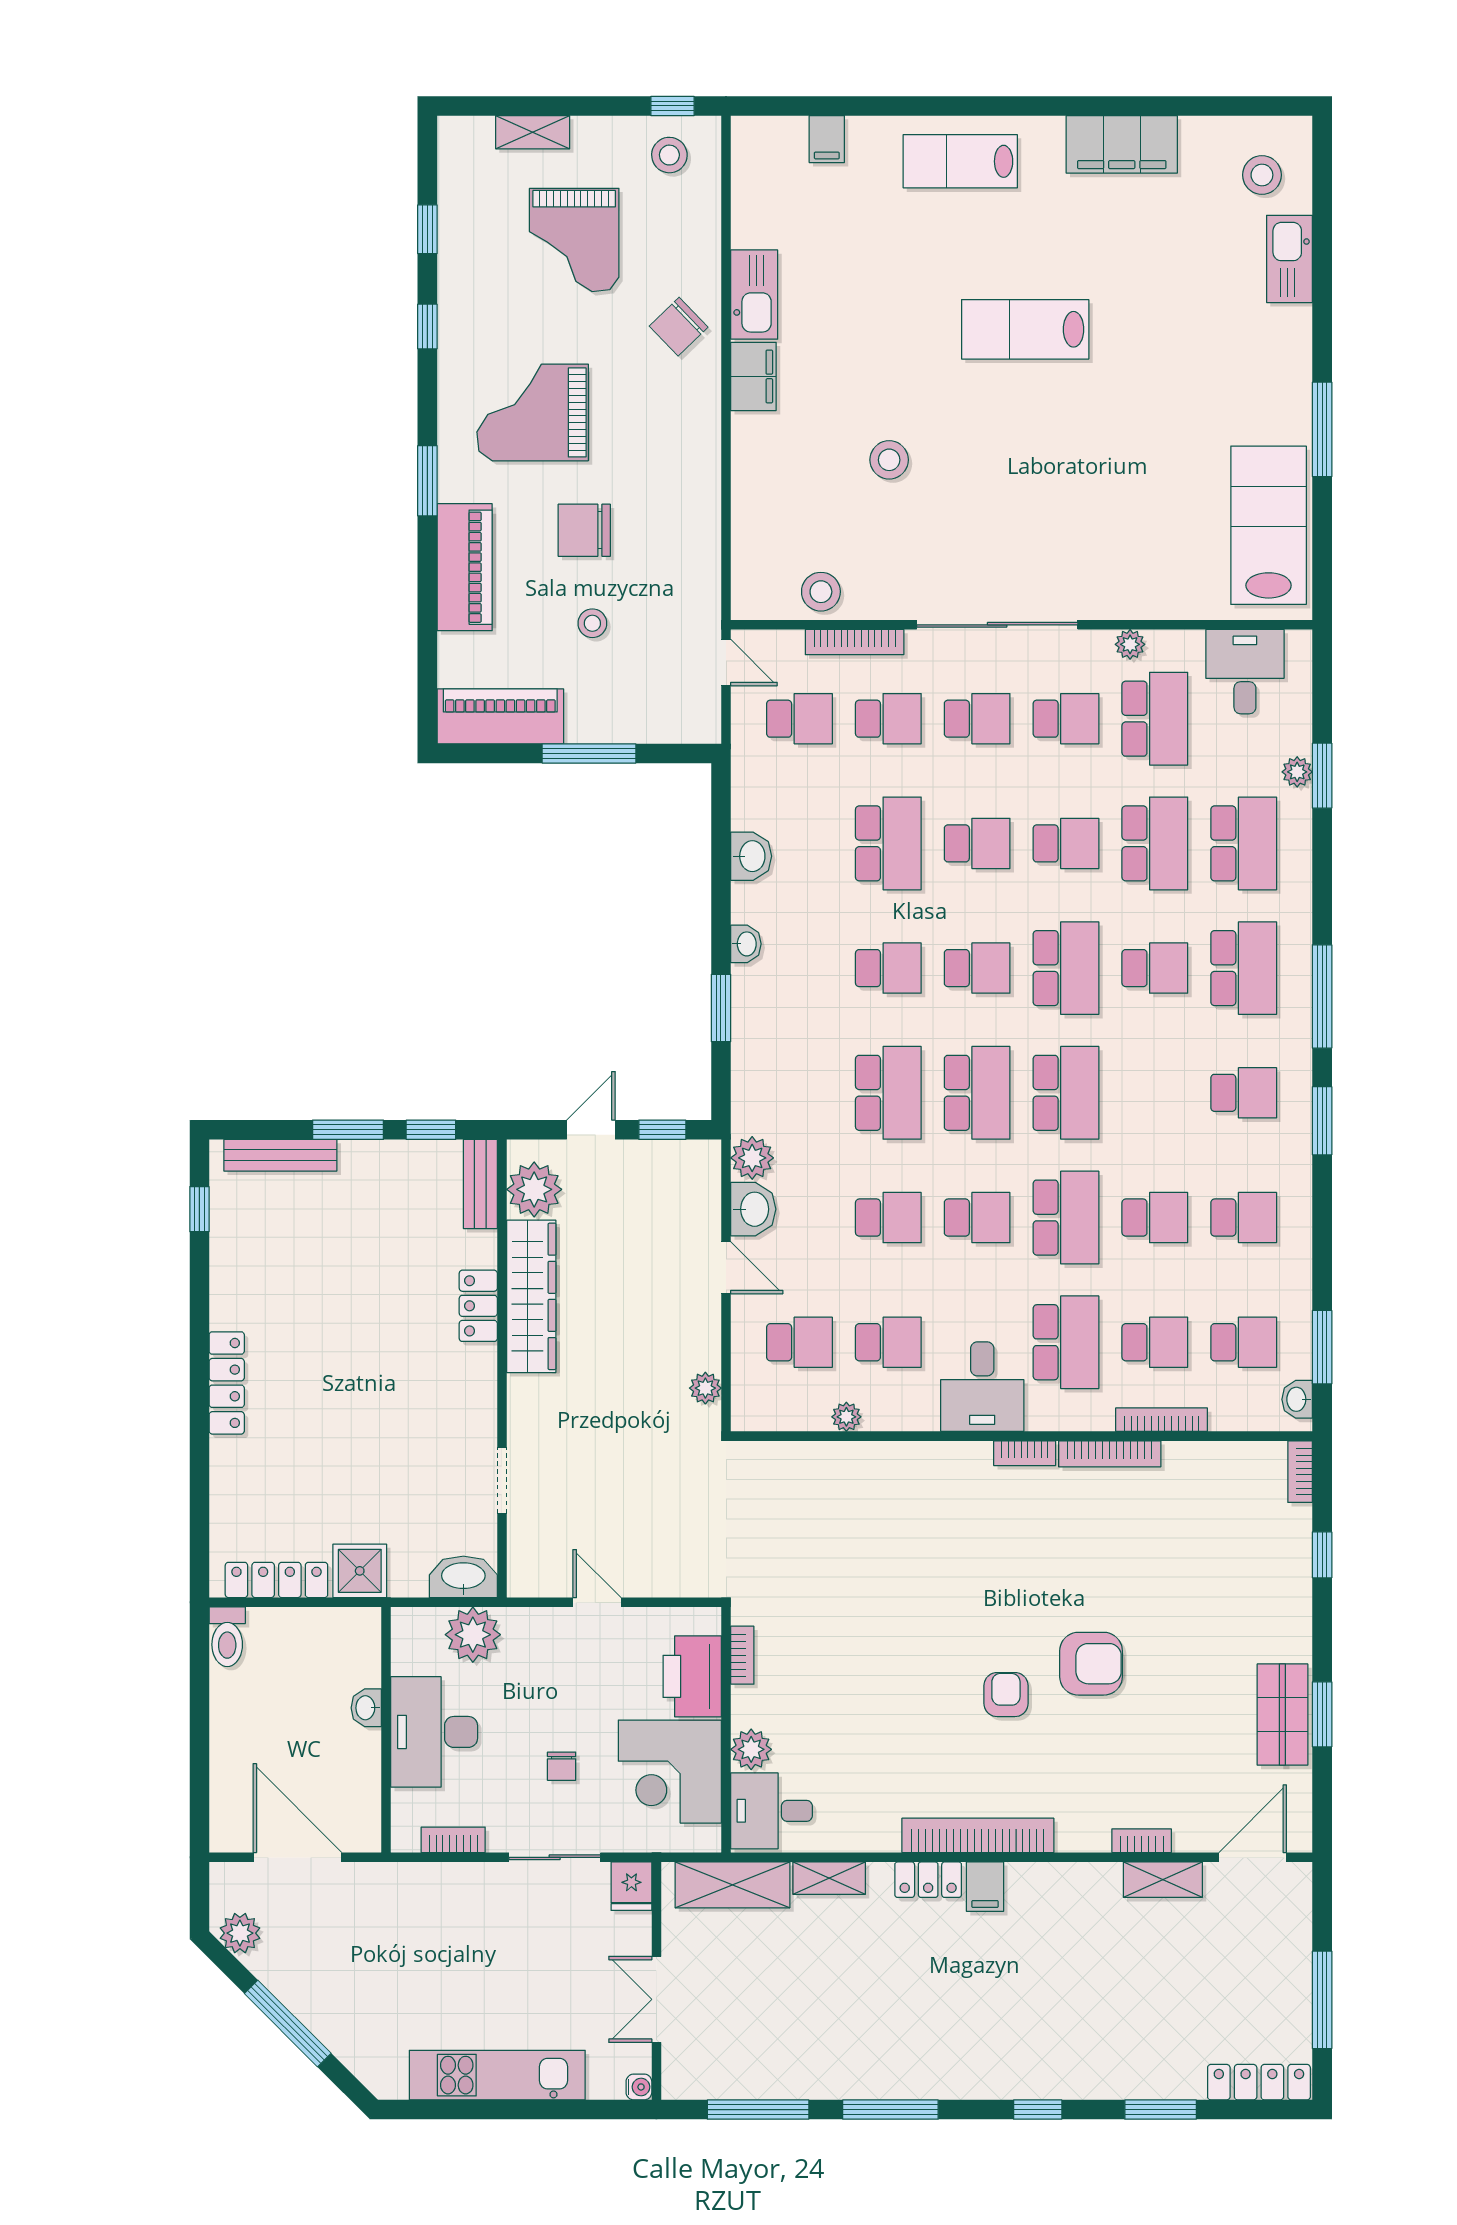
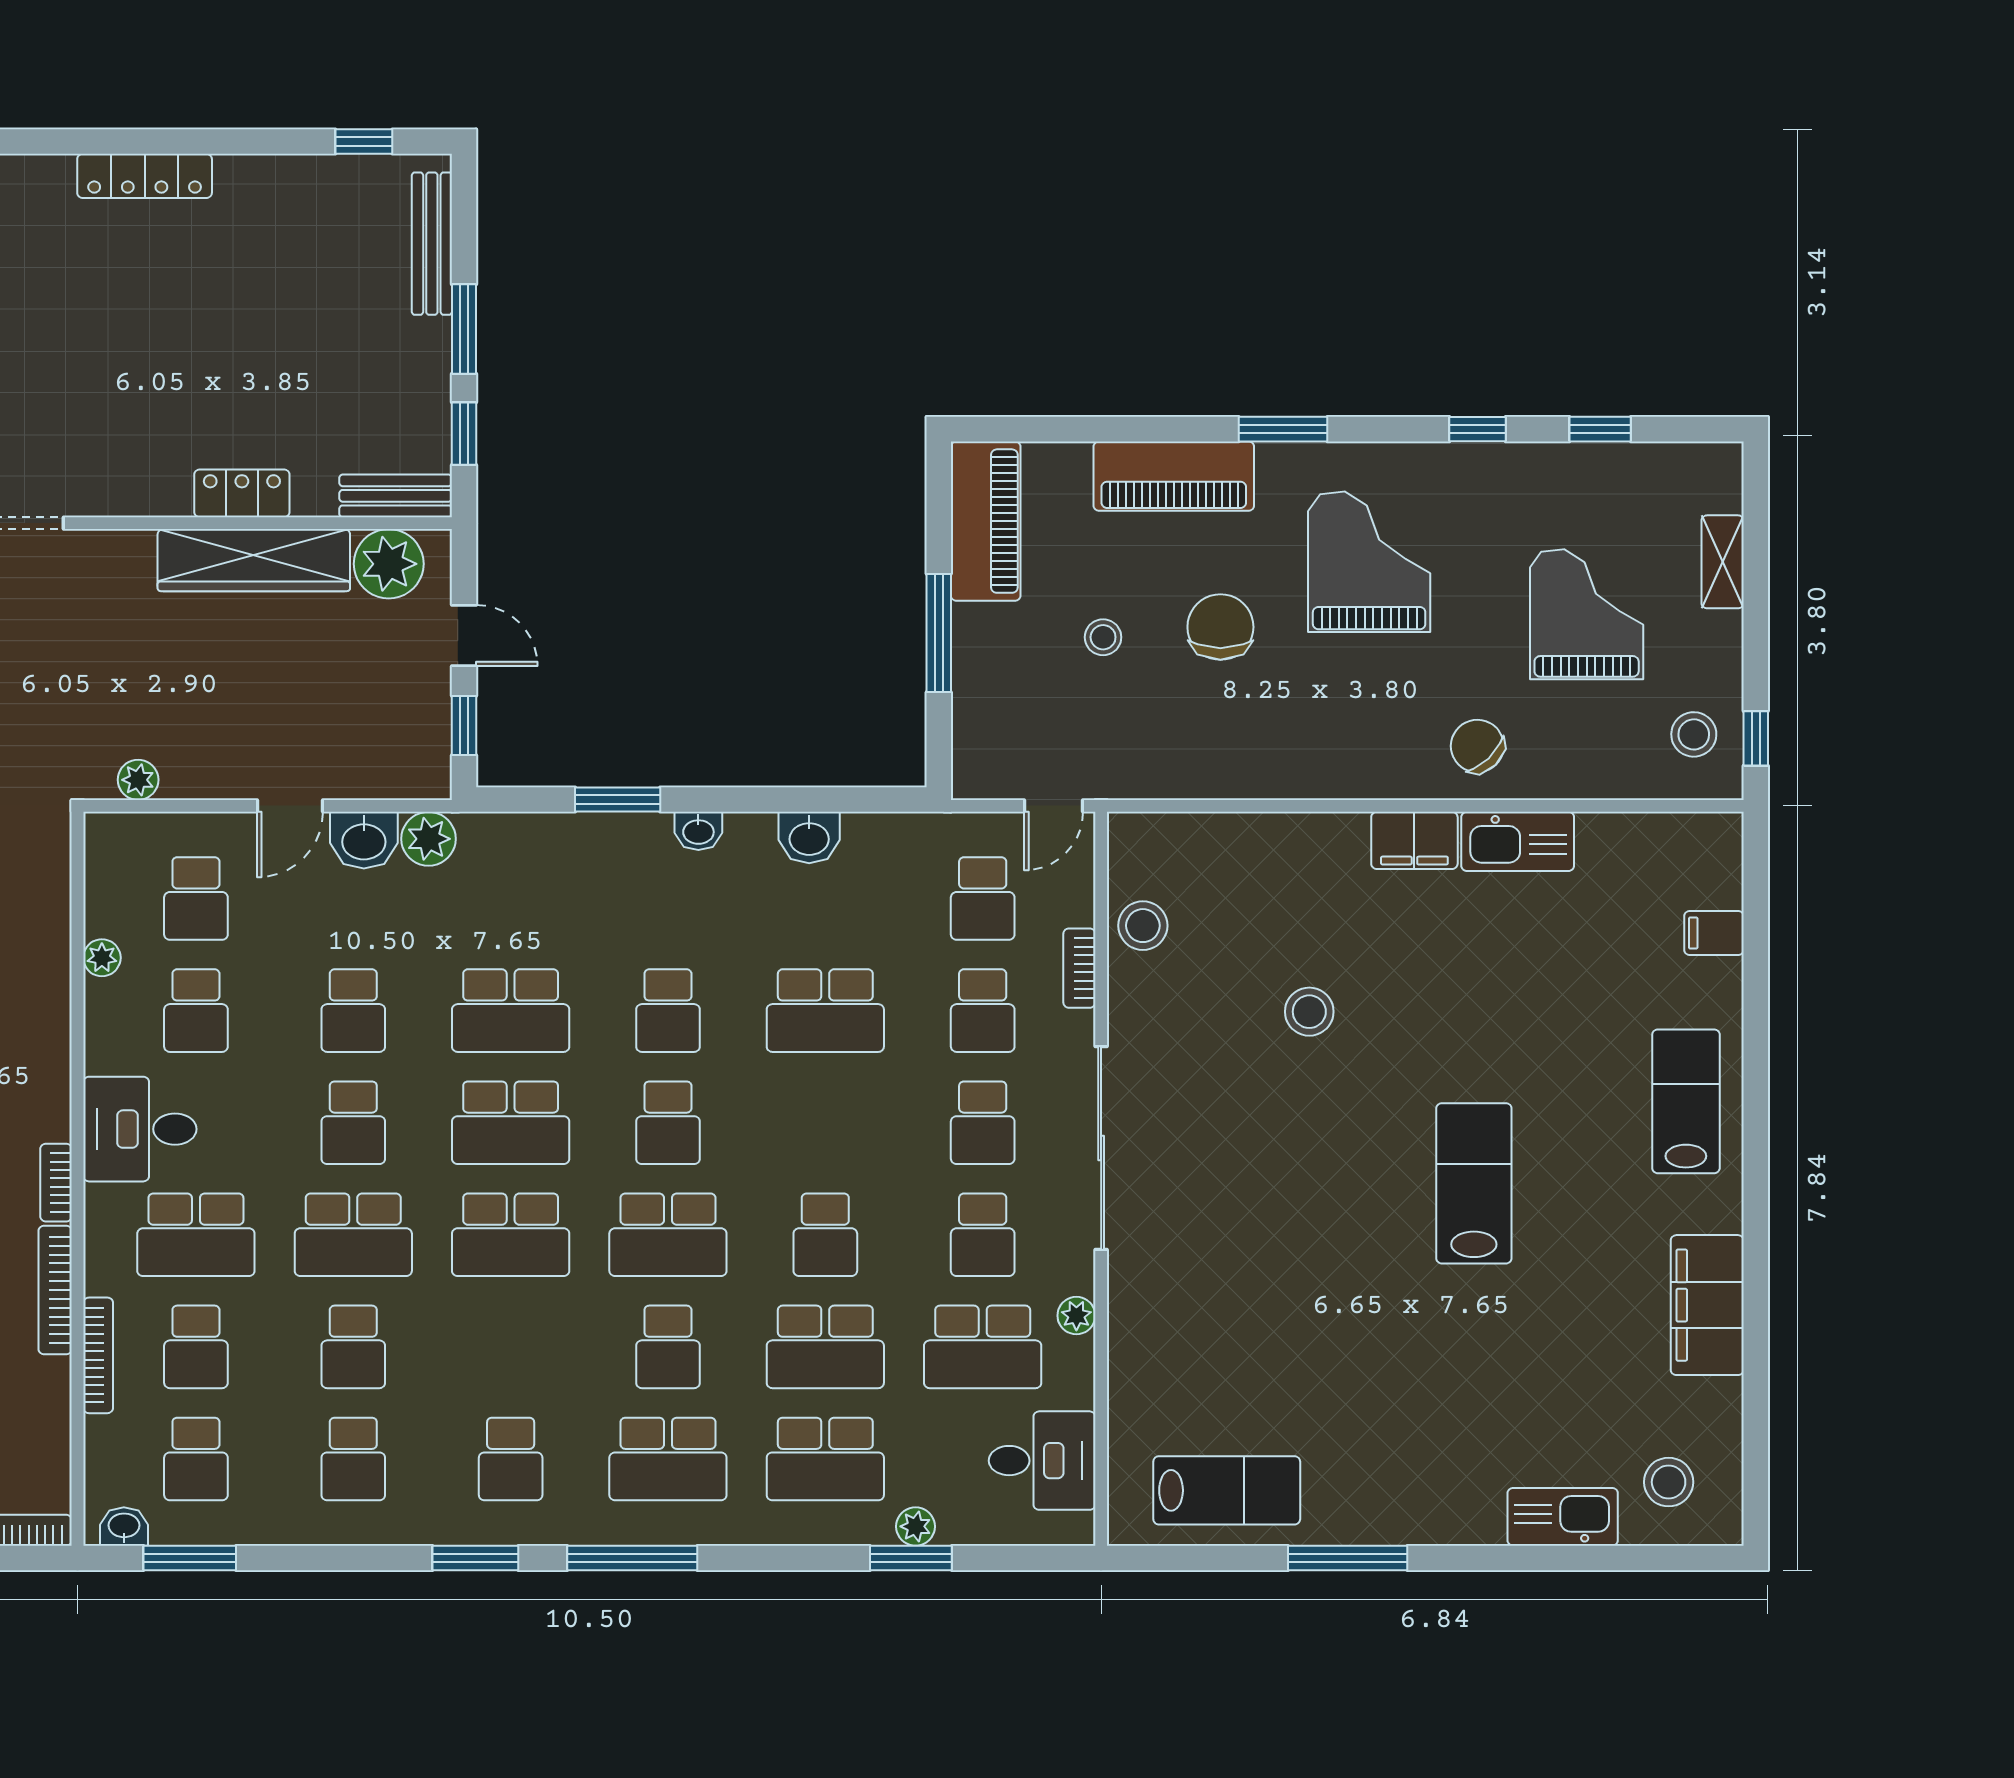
grand piano: (574, 240) -> (1587, 614), turned 90
lab bench: (1269, 525) -> (1227, 1490), width x0.73, depth x0.72
bookcase: (855, 642) -> (1079, 968), width x0.64
school desk: (977, 843) -> (825, 1123), removed

